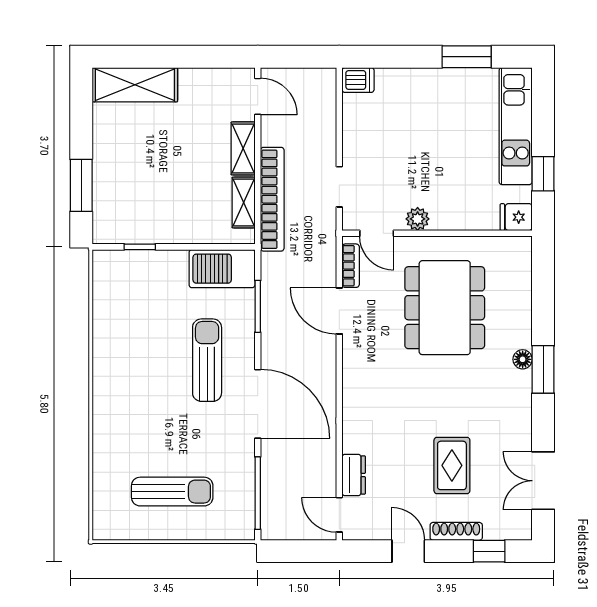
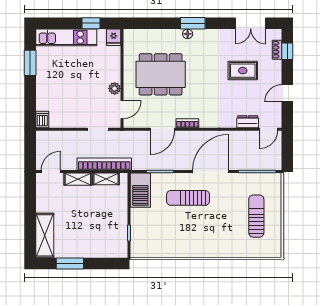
window: (81, 185) -> (70, 263), moved
bookcase: (351, 266) -> (187, 123), moved
shoe rack: (456, 531) -> (277, 50), moved, width x0.70

